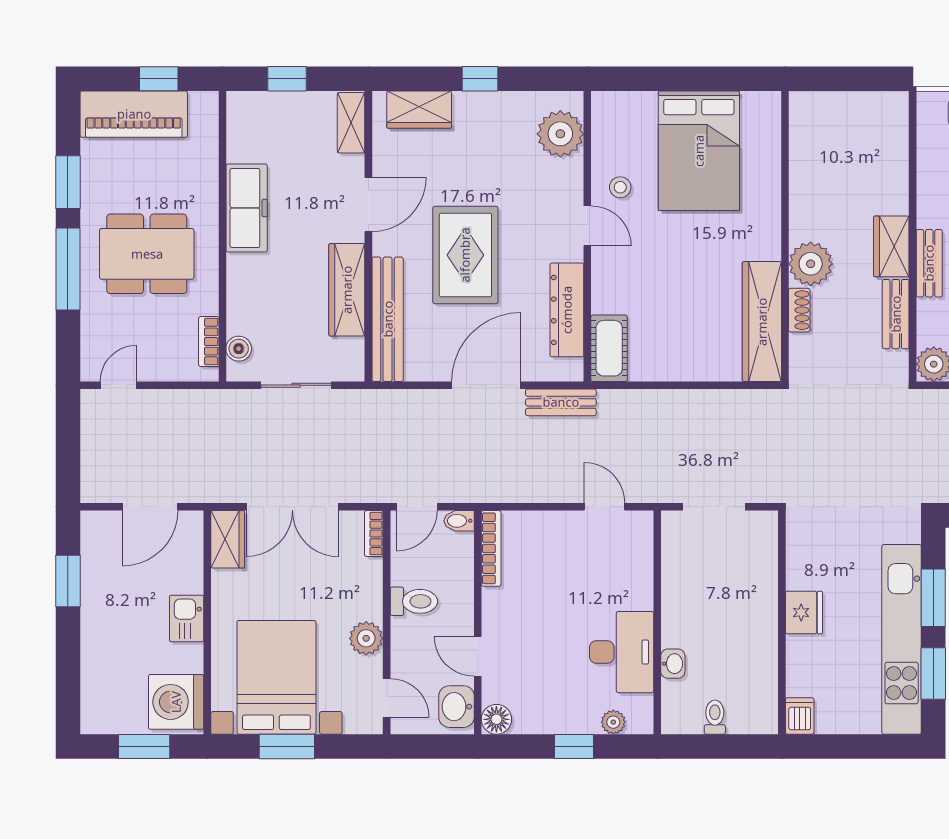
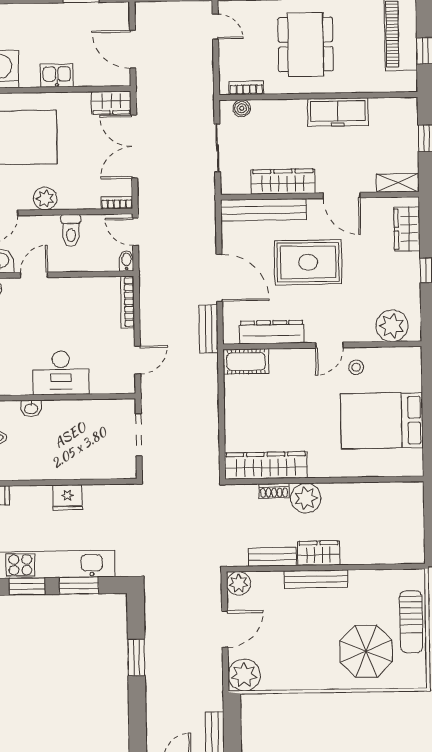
bench: (929, 263) -> (316, 579), width x1.36
bookcase: (491, 548) -> (127, 302), moved, turned 90
desk: (622, 652) -> (61, 373), moved

